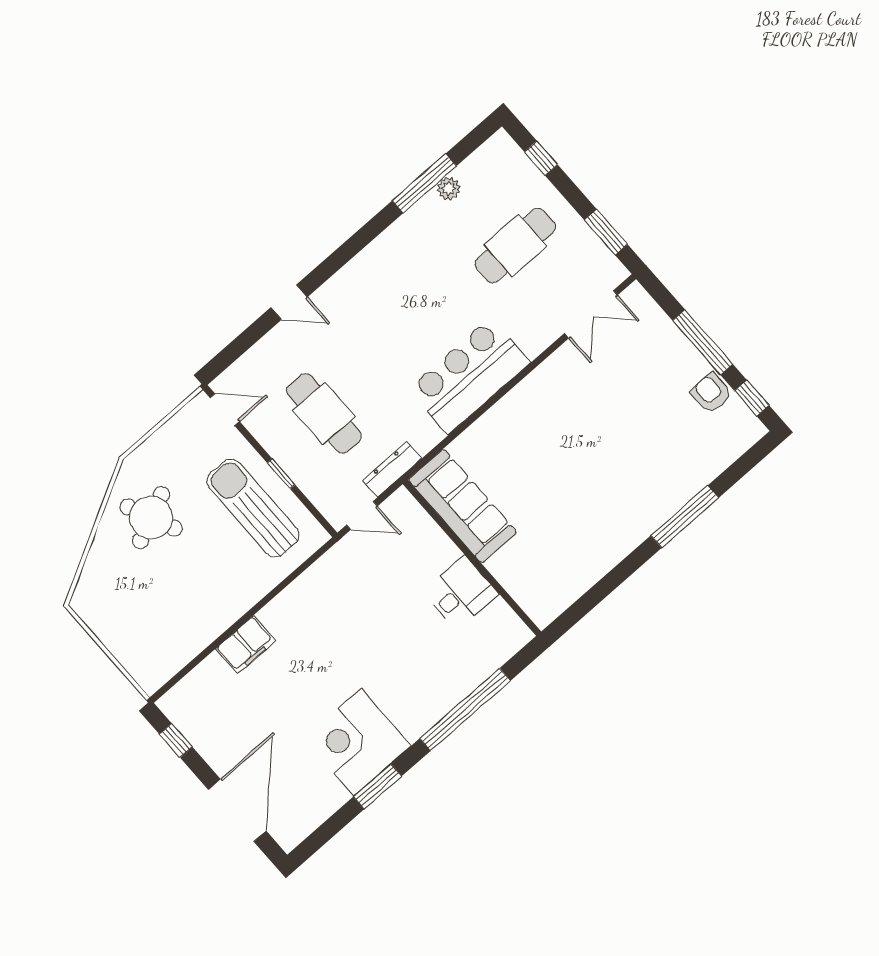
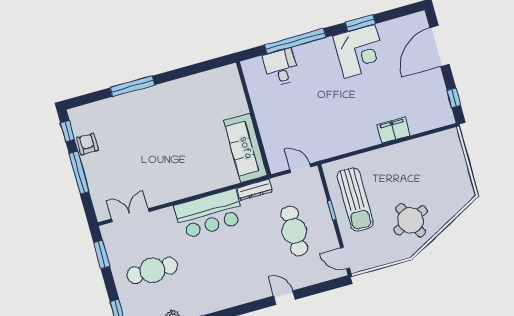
armchair: (711, 393) -> (87, 144), turned 180
dresser: (392, 469) -> (255, 190), moved
desk: (461, 593) -> (281, 67), moved, turned 90

